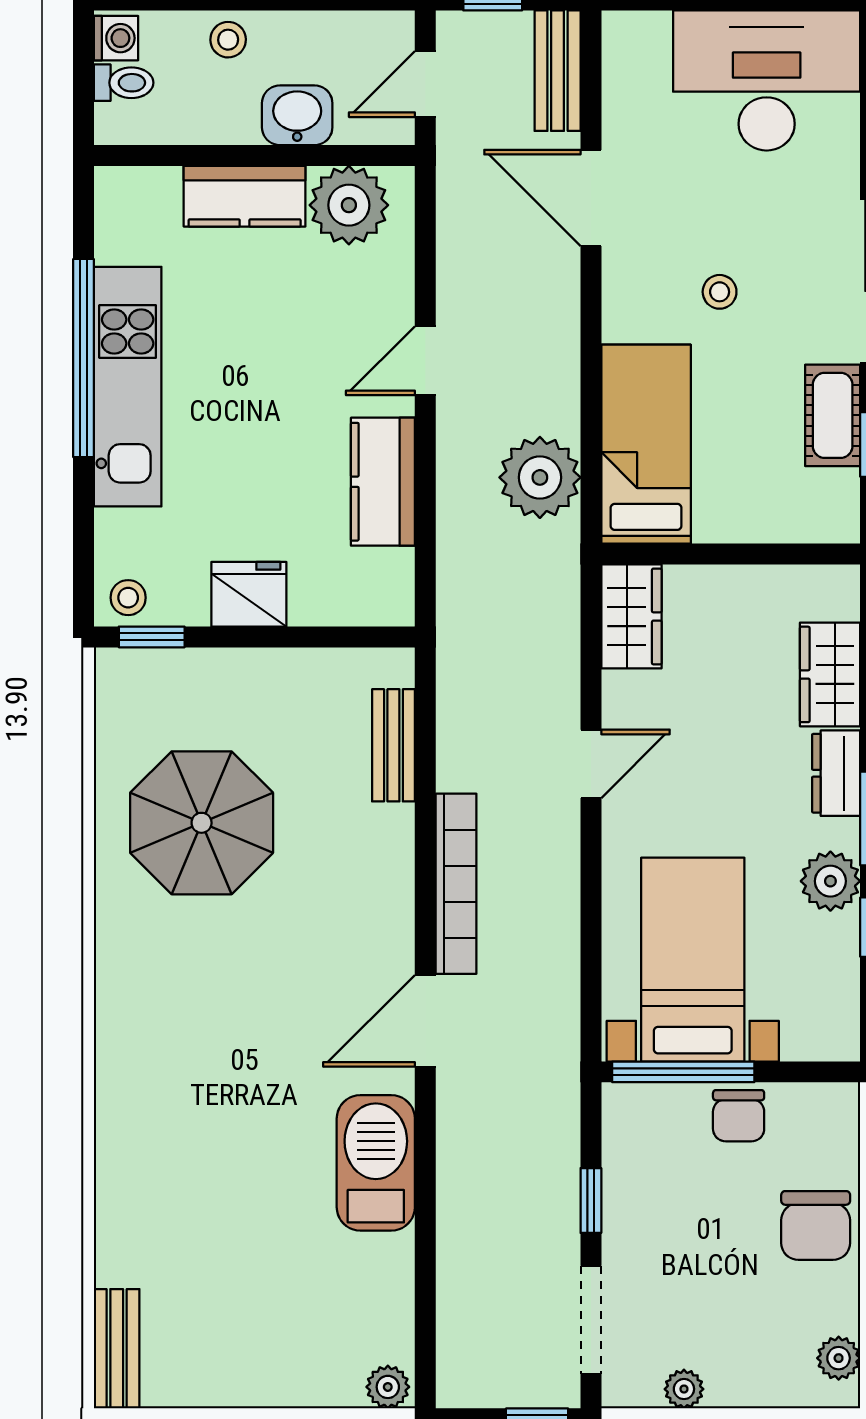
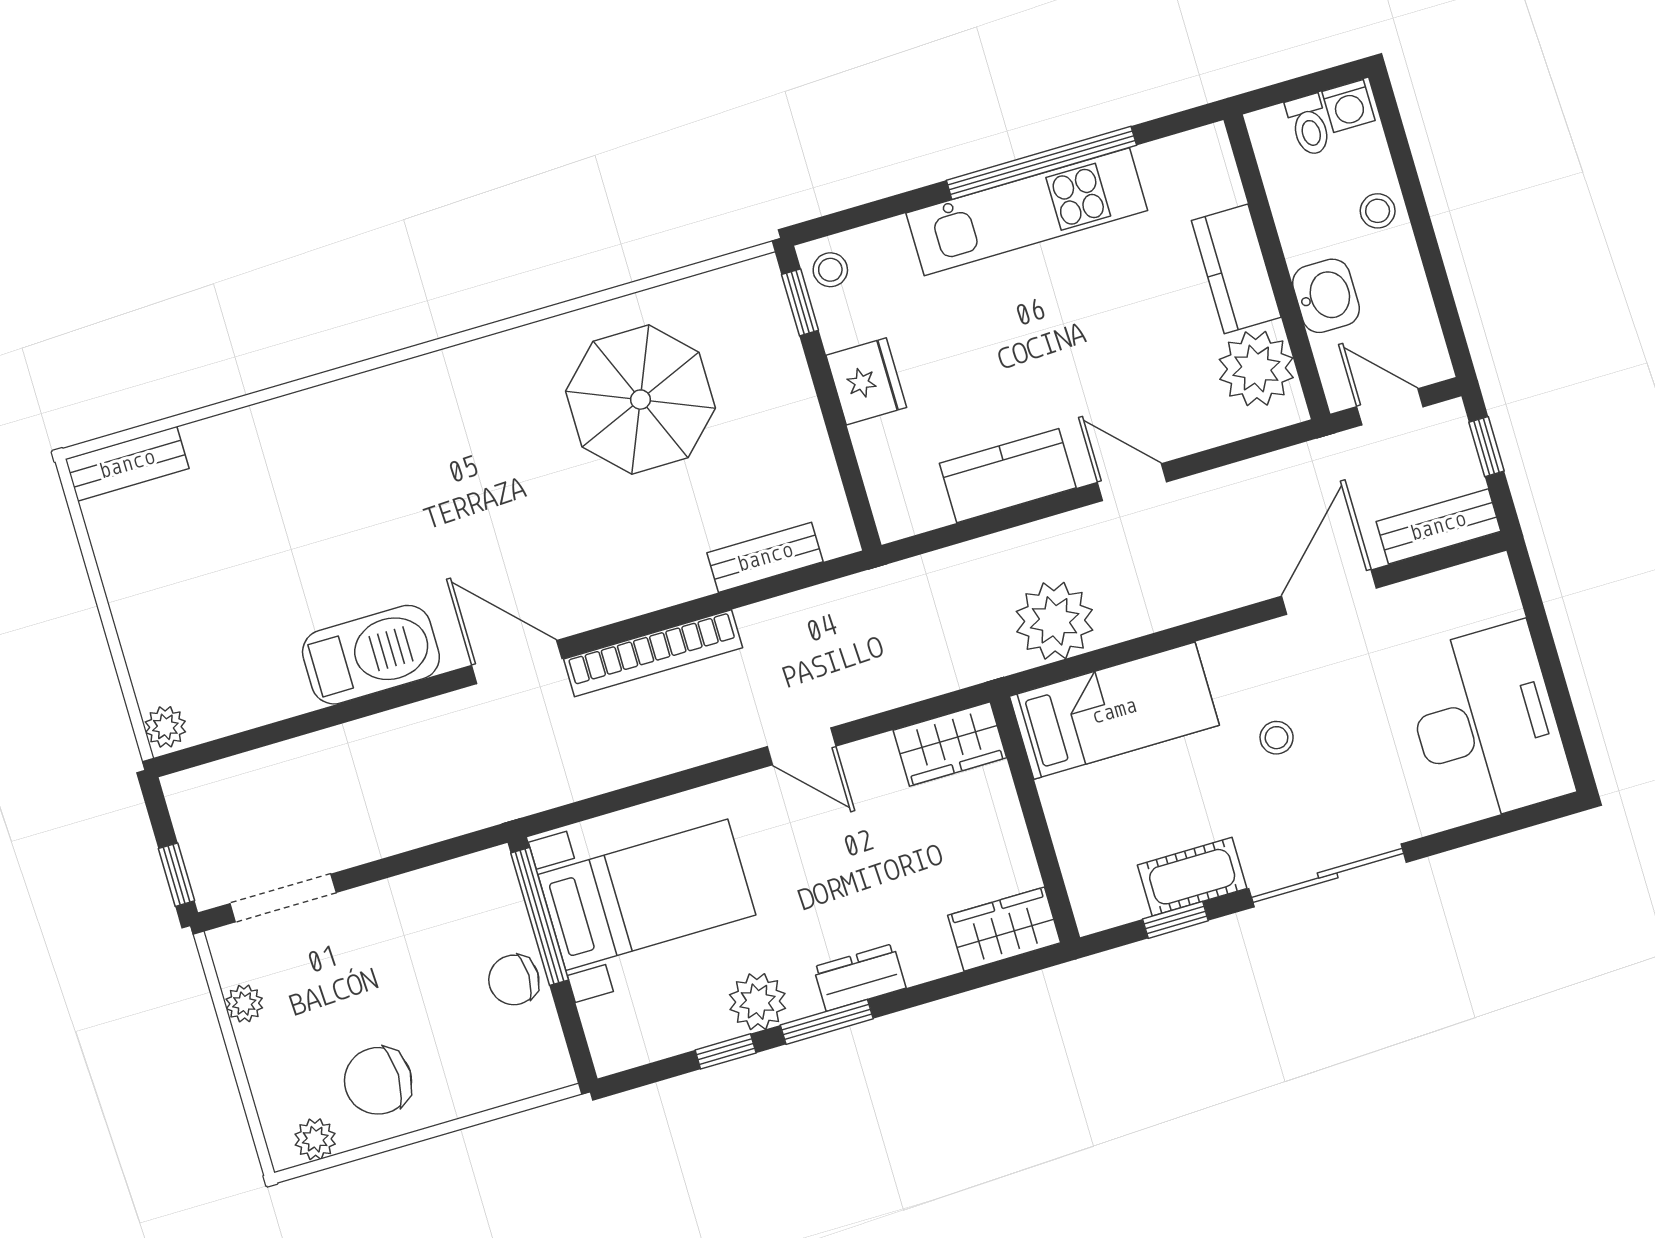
wardrobe: (830, 674) -> (1004, 929), moved
window: (591, 1201) -> (395, 865), removed
chair: (816, 1225) -> (378, 1081), moved

